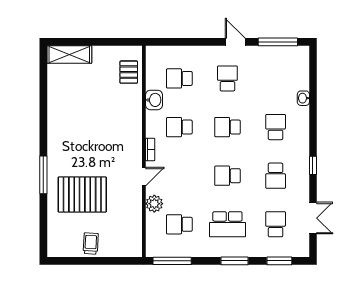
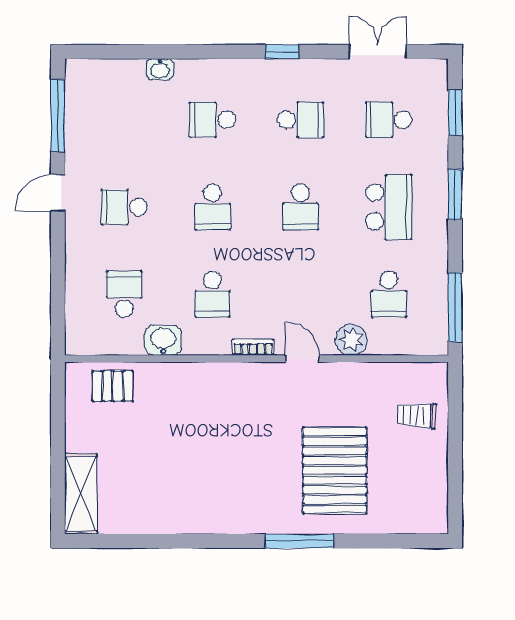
school desk: (179, 78) -> (124, 294), turned 180
trolley: (91, 243) -> (416, 415), moved

